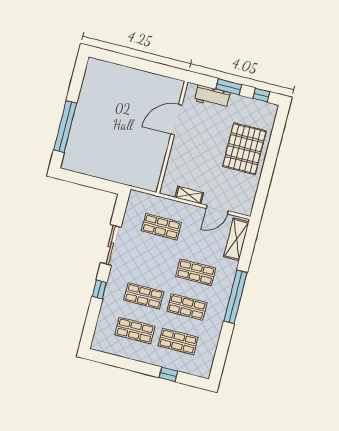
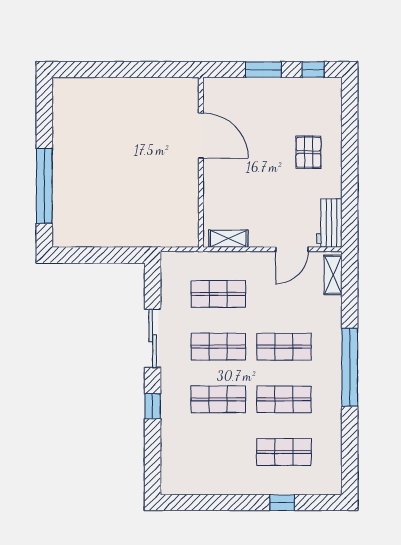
workbench: (212, 97) -> (329, 223), moved, turned 90
door: (176, 120) -> (201, 136), swing flipped
pallet: (244, 149) -> (308, 152), width x0.49, depth x0.50
shelving: (189, 195) -> (228, 239), moved
shelving: (236, 239) -> (333, 275), width x0.67, depth x0.75
shop shelf: (135, 331) -> (218, 347), moved

